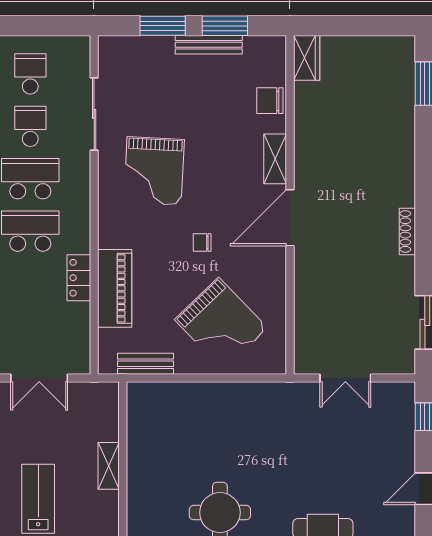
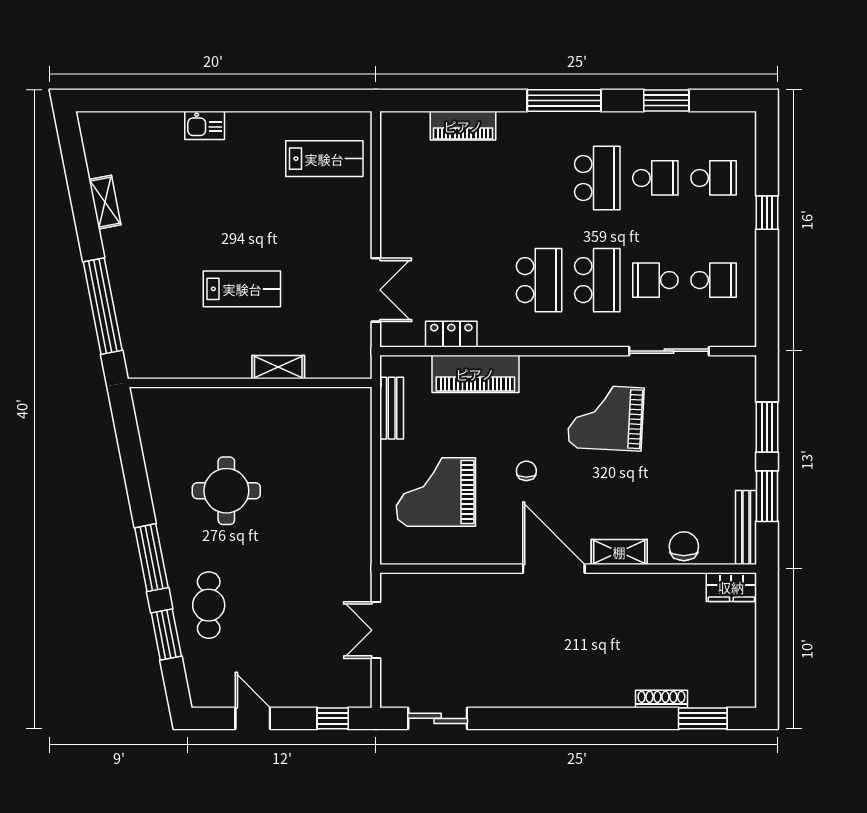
bench: (209, 45) -> (746, 528), moved
school desk: (30, 126) -> (655, 280), turned 180
shoe rack: (407, 231) -> (661, 699), moved
locker: (79, 278) -> (451, 334), moved
grand piano: (221, 324) -> (436, 492), turned 44
double door: (39, 378) -> (376, 290), swing flipped

